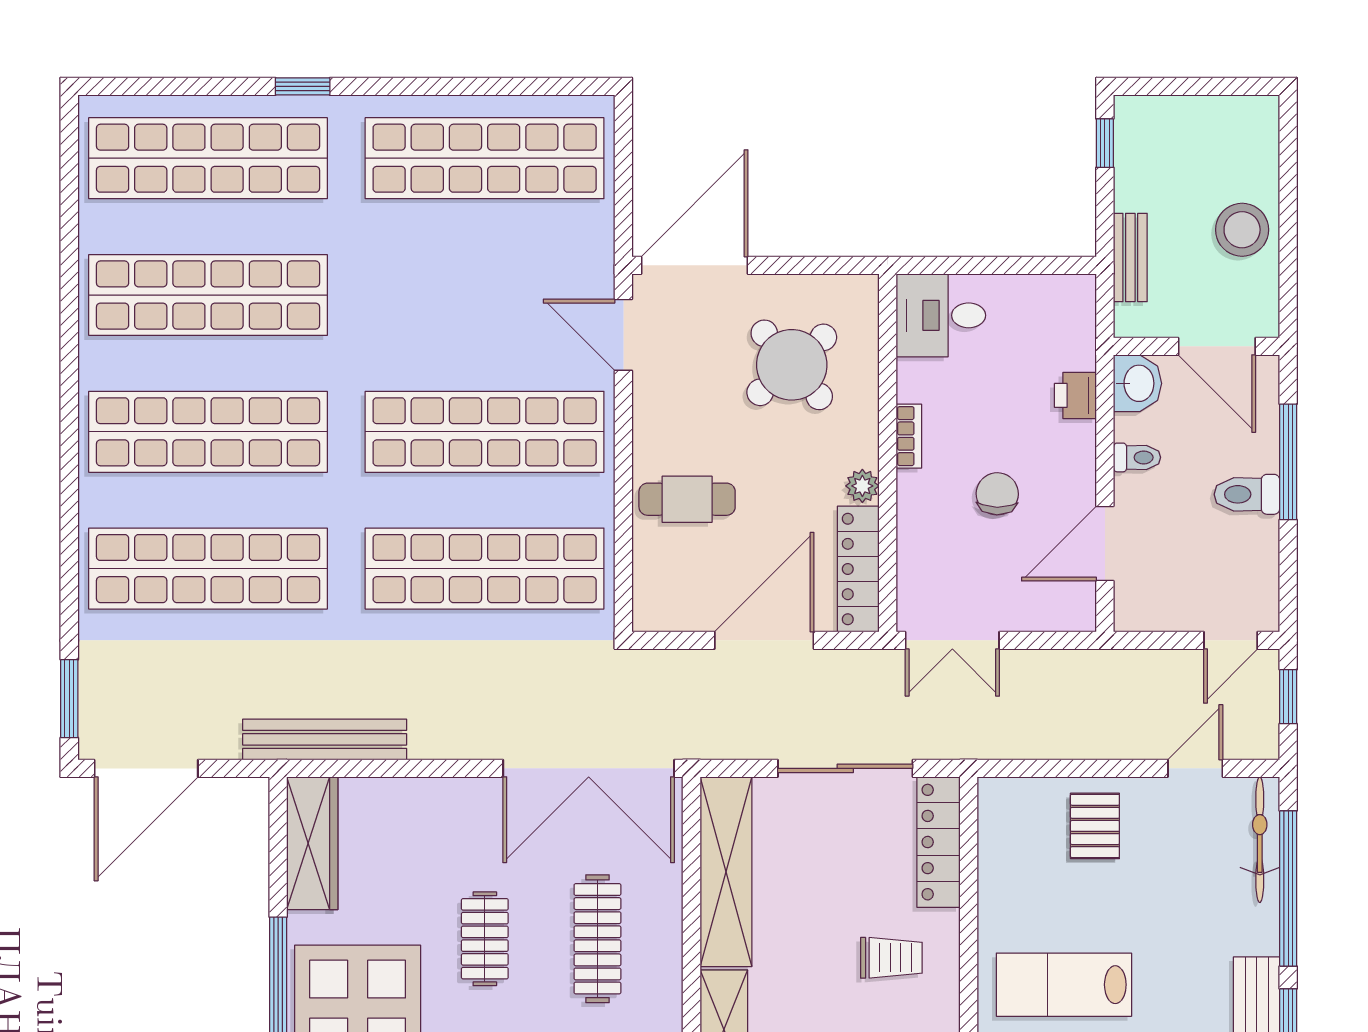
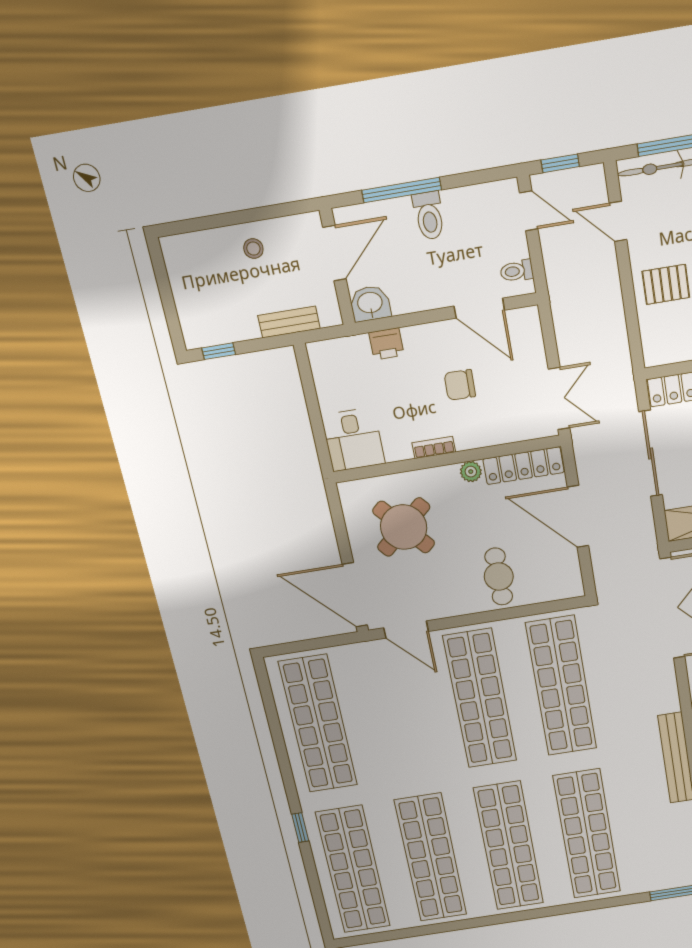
stool: (1242, 230) -> (253, 249), width x0.53, depth x0.53
door: (623, 335) -> (406, 630), hinge flipped
toilet: (1137, 457) -> (517, 271), moved, turned -90

